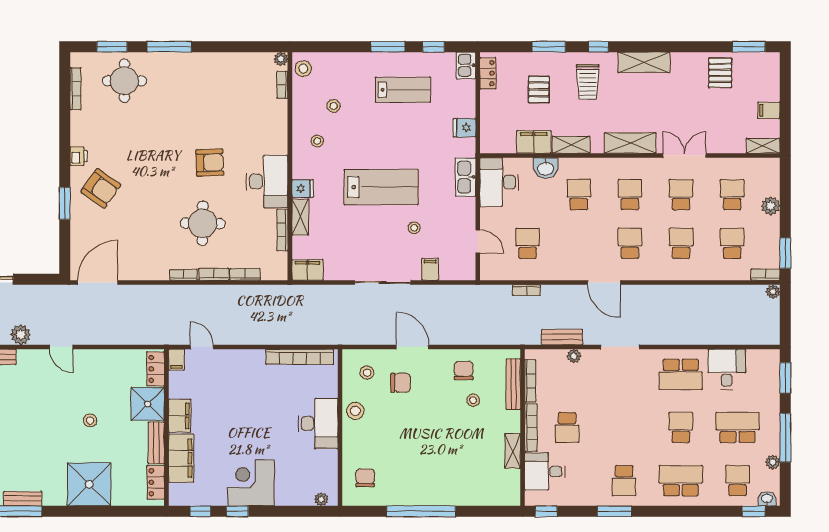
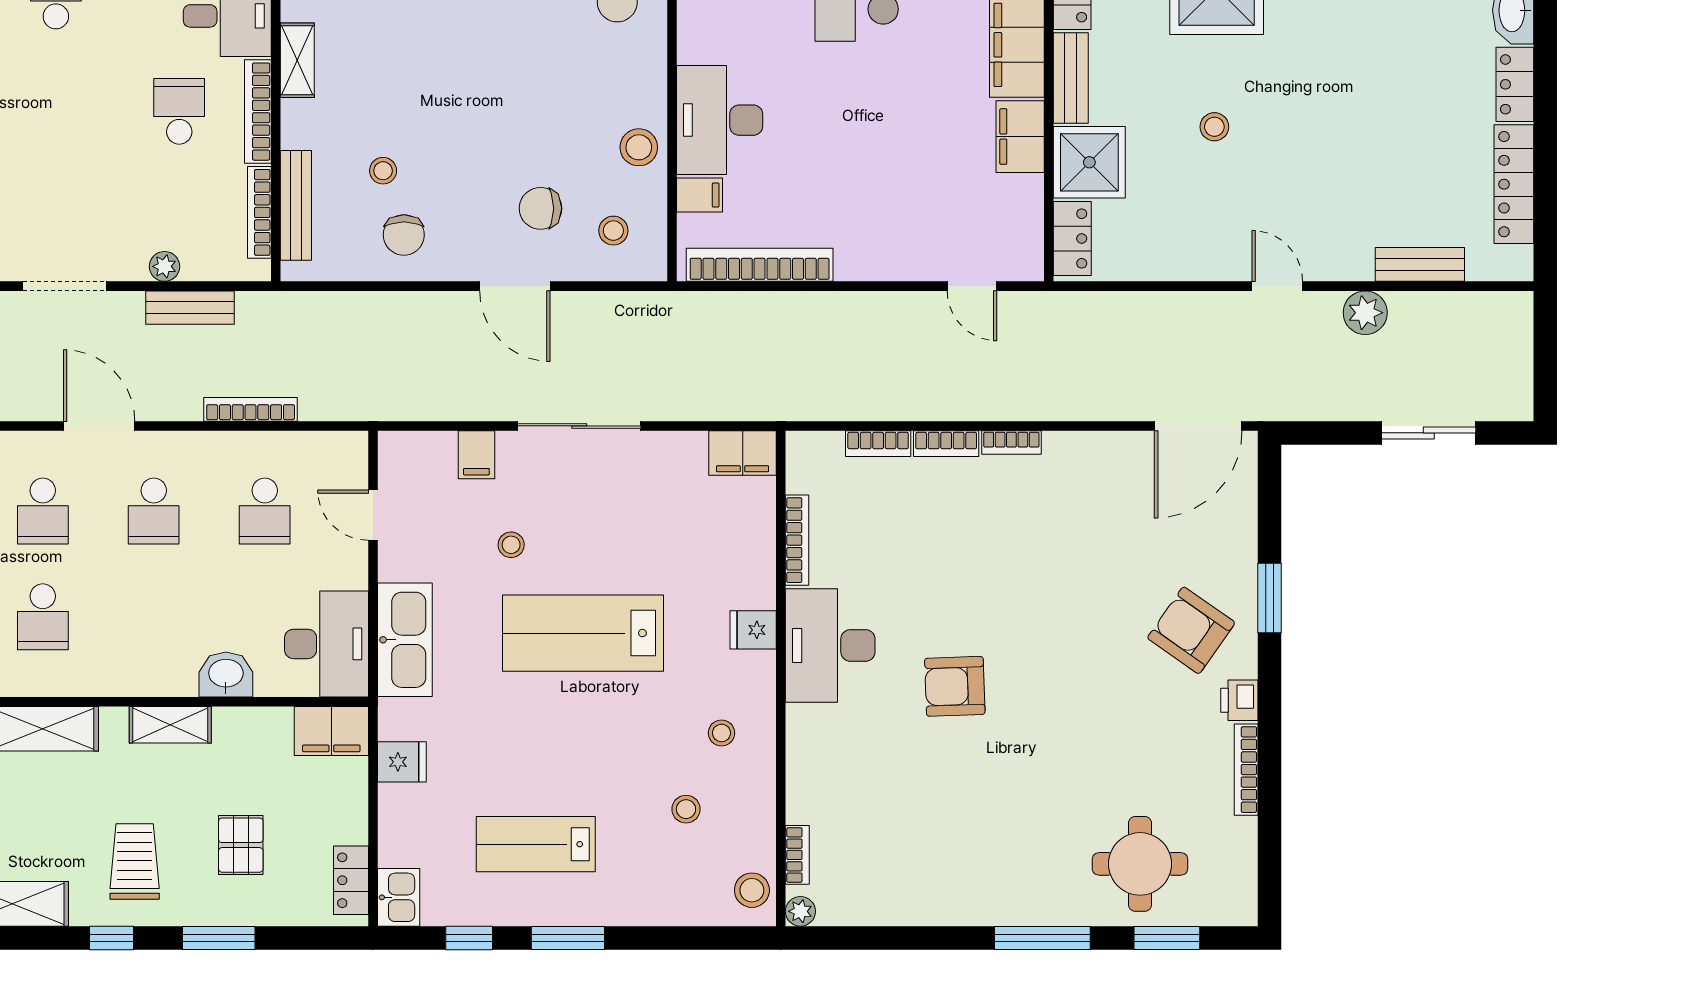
bookcase: (75, 89) -> (1246, 770), moved
filing cabinet: (534, 142) -> (331, 731), moved
kitchen sink: (466, 177) -> (405, 640), width x1.36, depth x1.24
school desk: (579, 195) -> (154, 511), moved
shelving: (300, 217) -> (758, 568), removed
round table: (203, 223) -> (970, 554), removed
bookcase: (526, 290) -> (251, 409), width x1.56
filing cabinet: (176, 360) -> (700, 195), moved, turned 90

